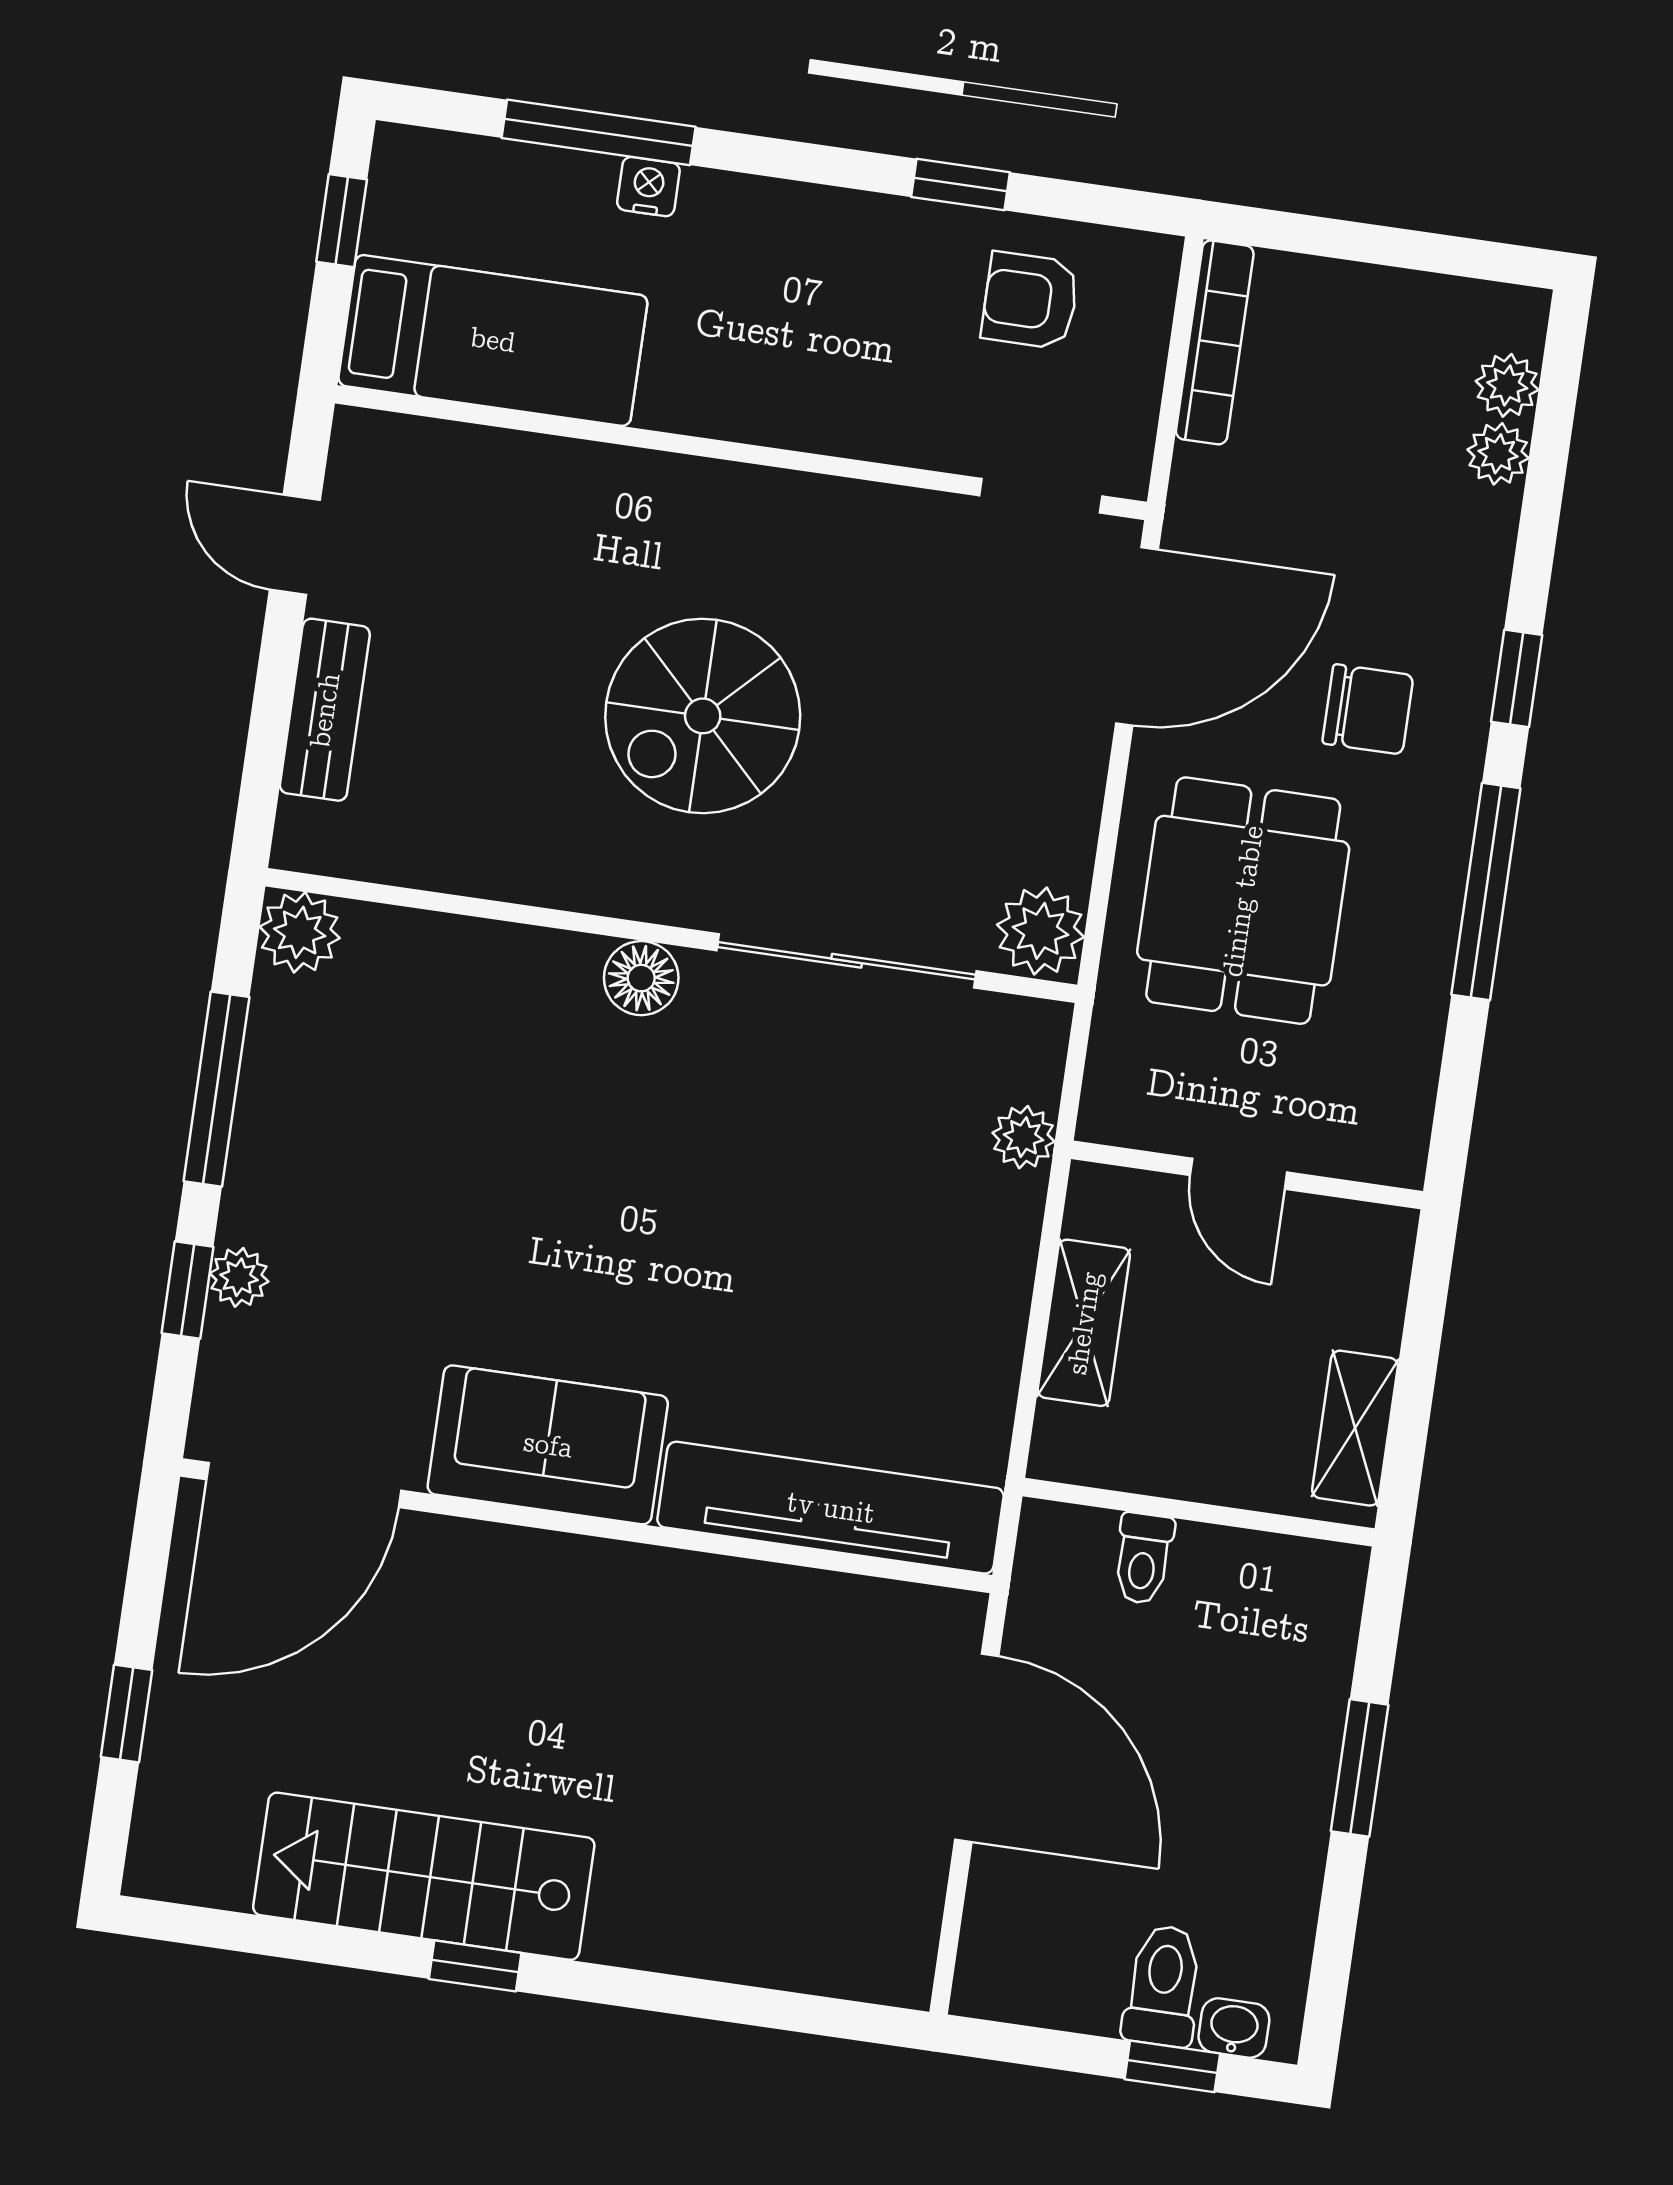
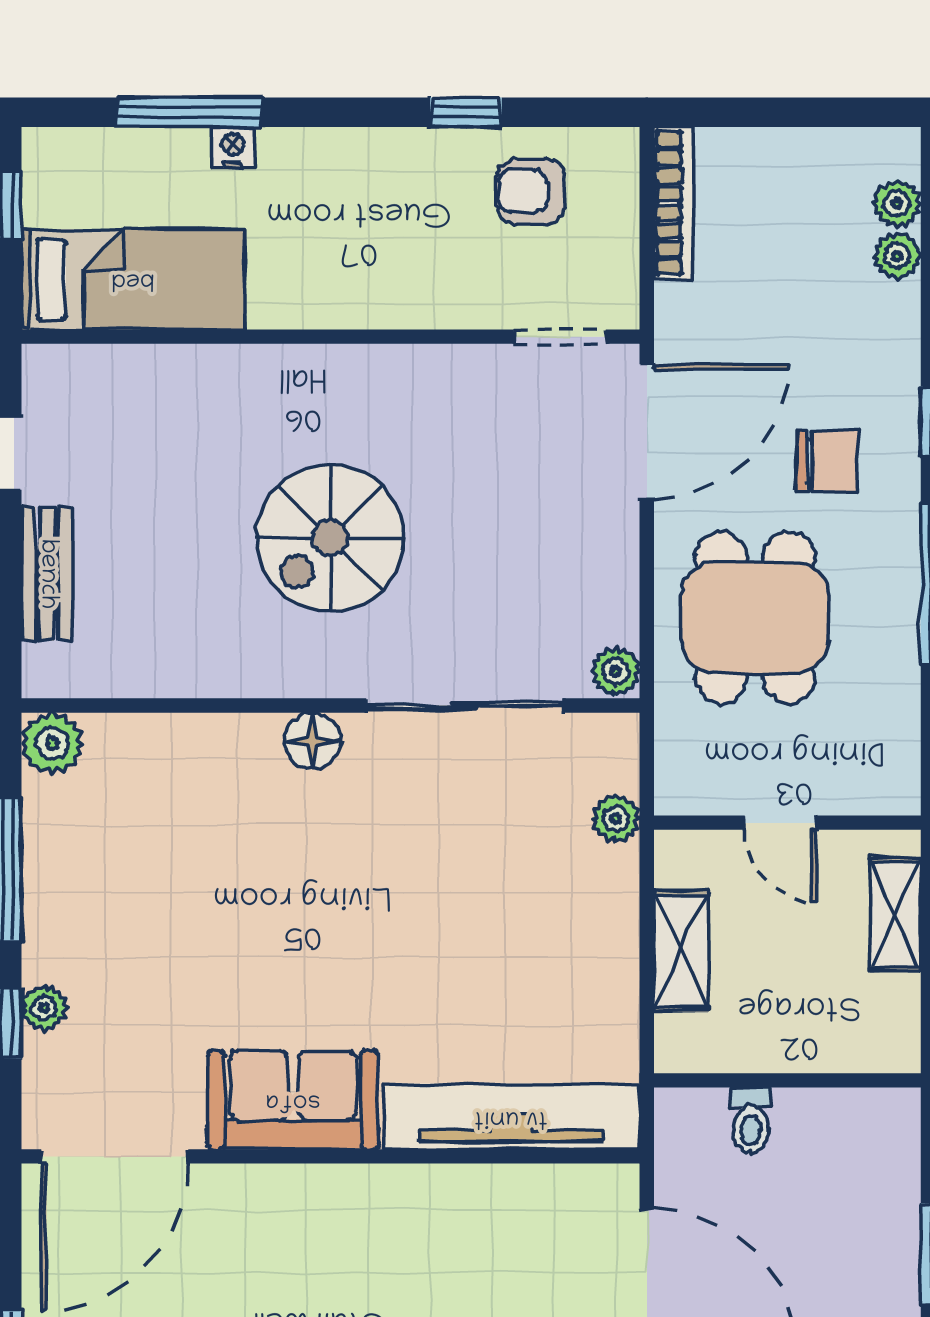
plant: (1041, 931) -> (615, 671), width x0.73, depth x0.73
shelving: (1355, 1428) -> (895, 915), moved

